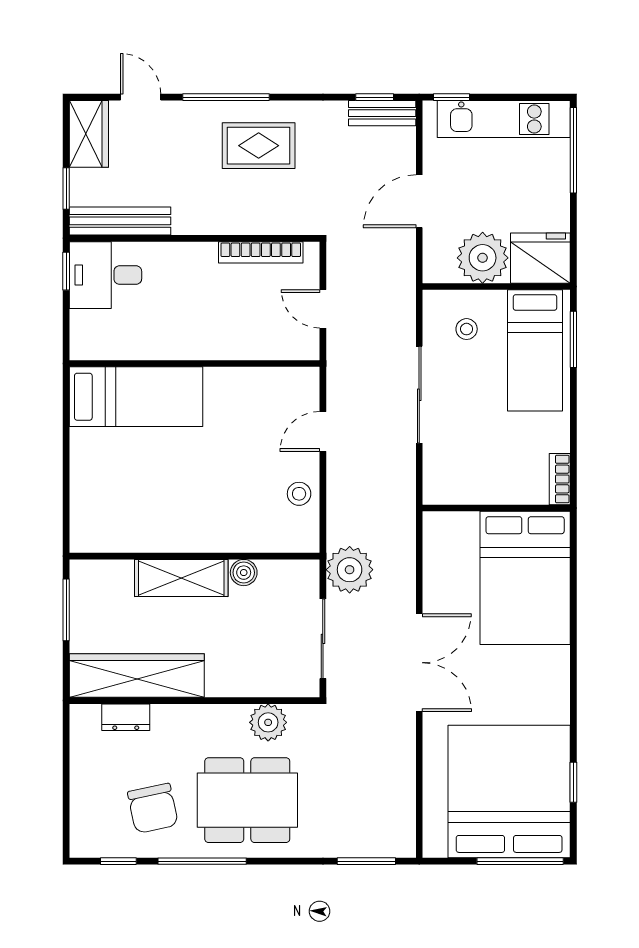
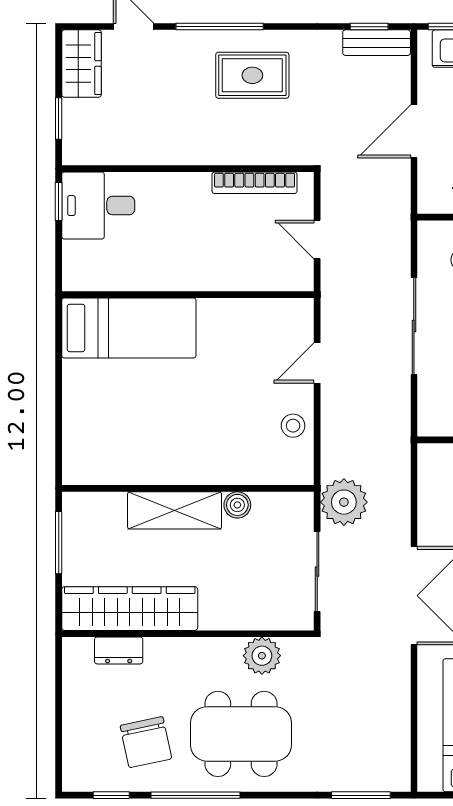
bench: (120, 221) -> (113, 151), removed

